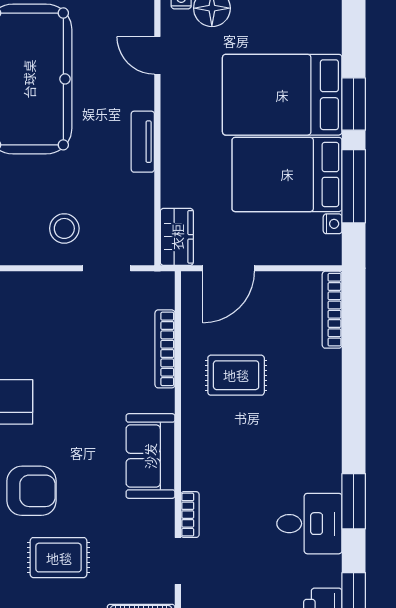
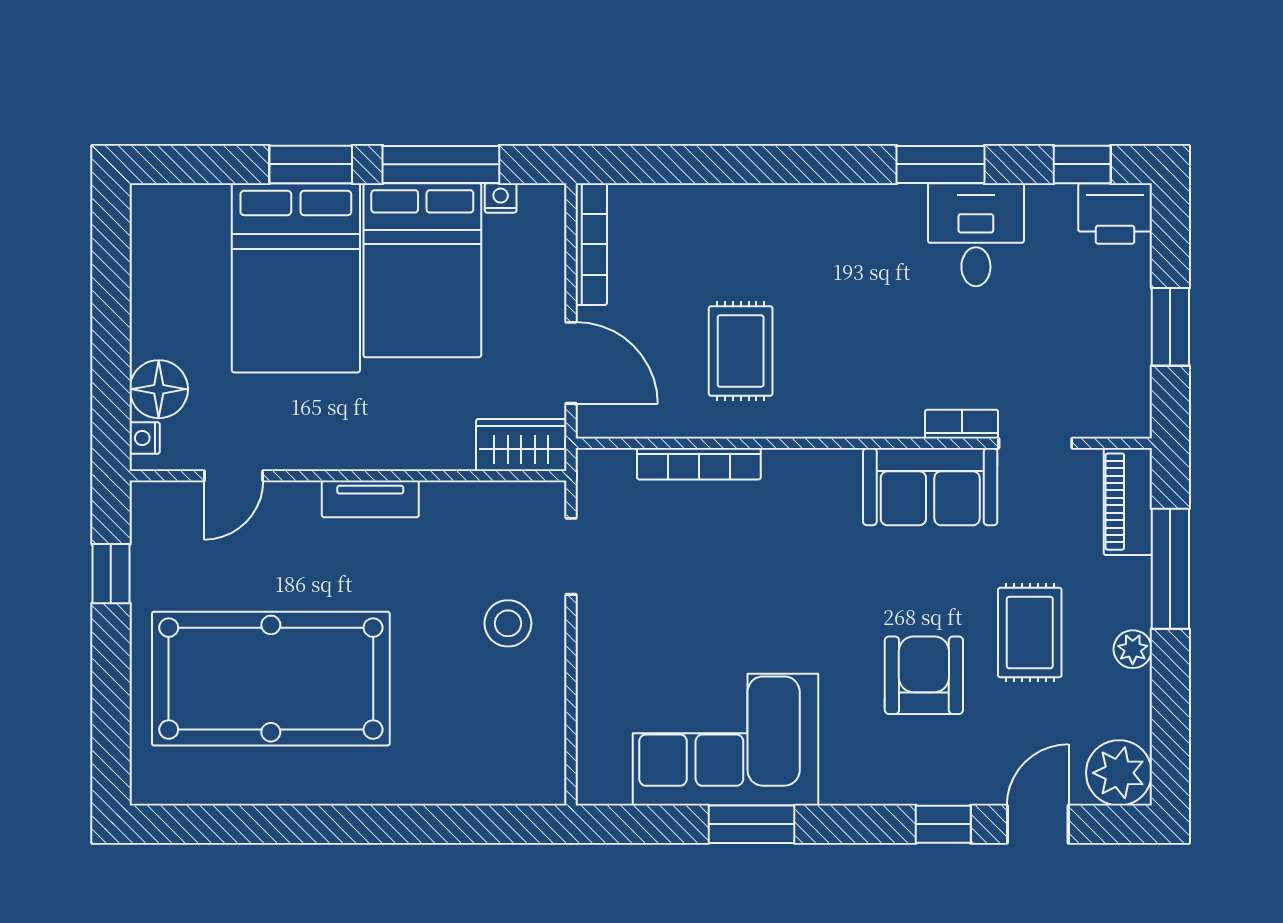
bookcase: (332, 310) -> (591, 244), moved, turned -90
sofa: (150, 456) -> (930, 487), moved

